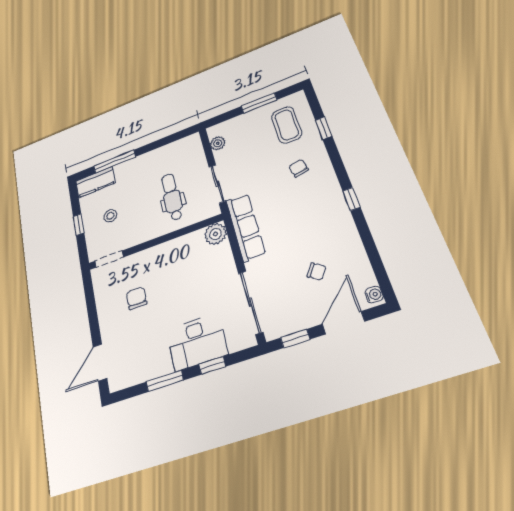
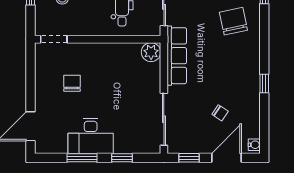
chair: (299, 168) -> (233, 21), width x1.87, depth x1.87
window: (351, 199) -> (264, 83), moved
desk: (197, 342) -> (91, 136), moved

